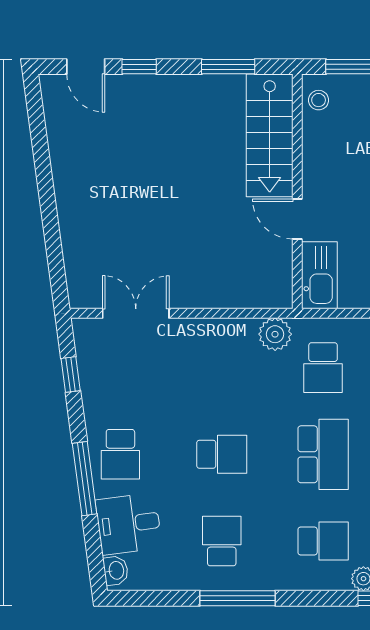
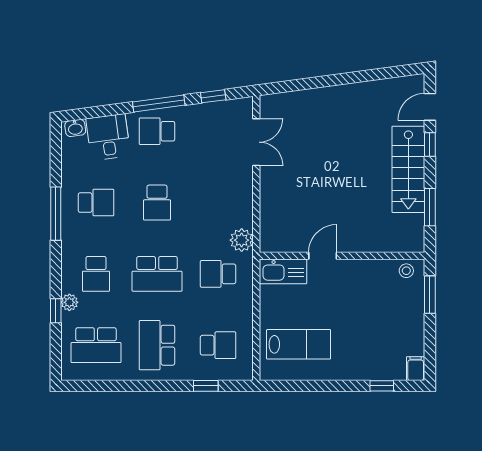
stairs: (270, 135) -> (408, 169), moved, turned -90
window: (85, 479) -> (159, 104), moved

